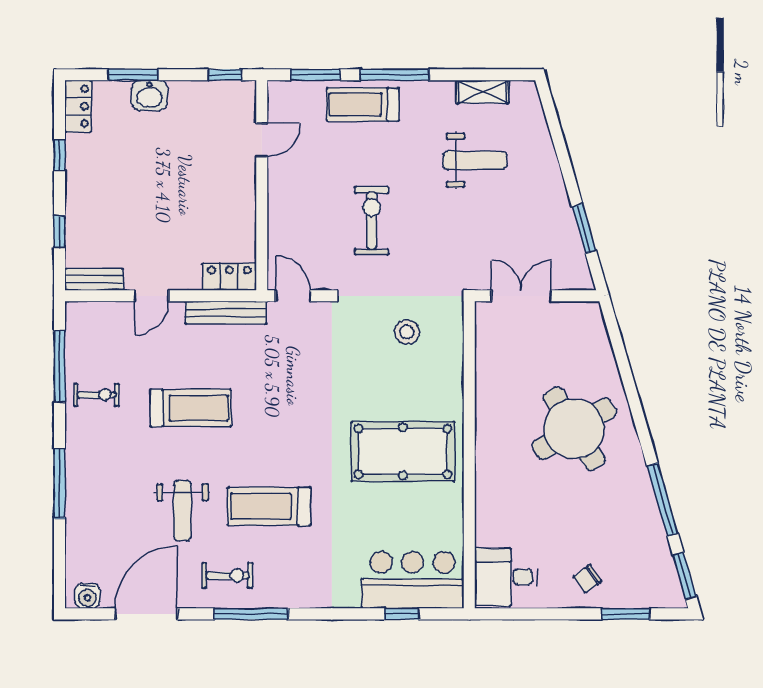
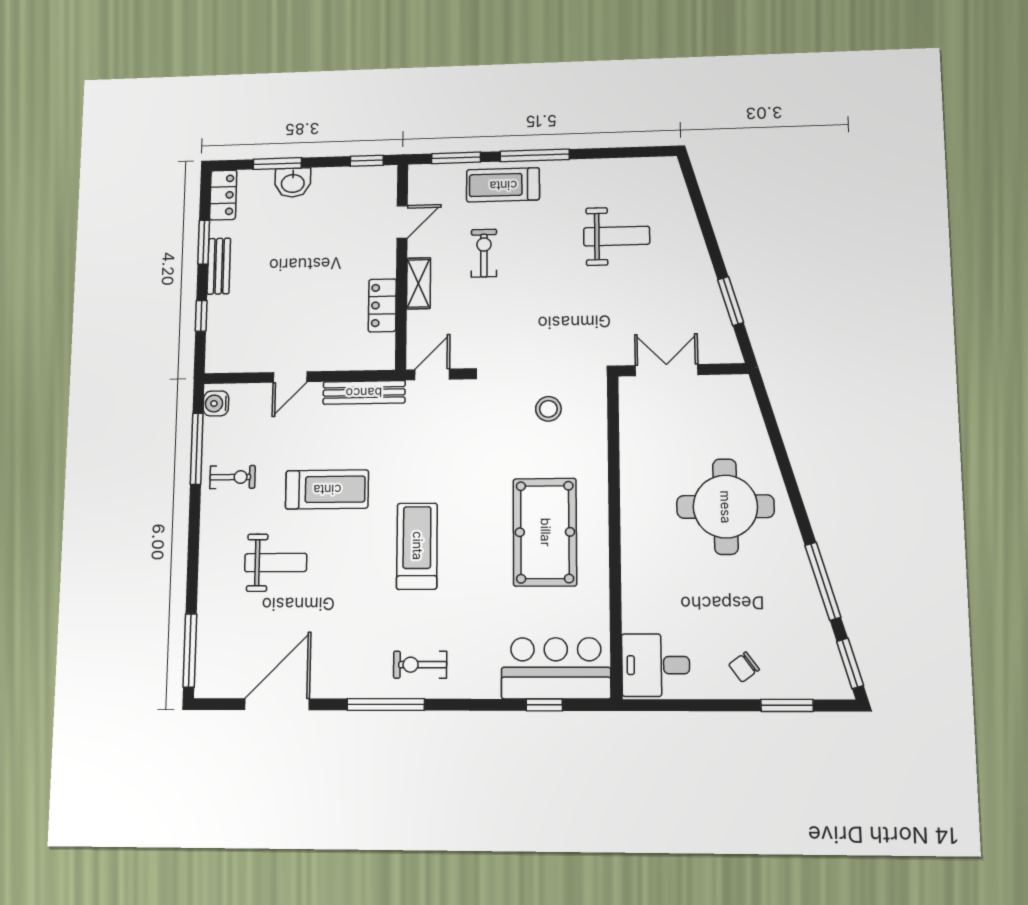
shelving: (482, 92) -> (418, 283), moved, turned 90
window: (59, 155) -> (204, 242), width x1.50
exercise bike: (372, 220) -> (484, 253), moved, width x0.73, depth x0.72
locker: (229, 277) -> (382, 305), moved, turned -90
bench: (94, 279) -> (219, 266), moved, turned 90
door: (293, 296) -> (432, 374), hinge flipped
round table: (574, 429) -> (725, 507), turned 32
pool table: (403, 451) -> (545, 532), turned 90
window: (59, 483) -> (190, 650), moved
treadmill: (269, 506) -> (417, 546), moved, turned 90
weight bench: (182, 511) -> (276, 563), moved, turned -90
exercise bike: (227, 575) -> (420, 665), moved, turned 180
water cooler: (87, 596) -> (216, 403), moved, turned 90

